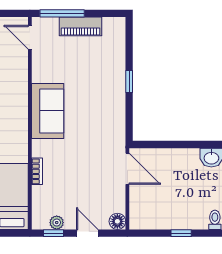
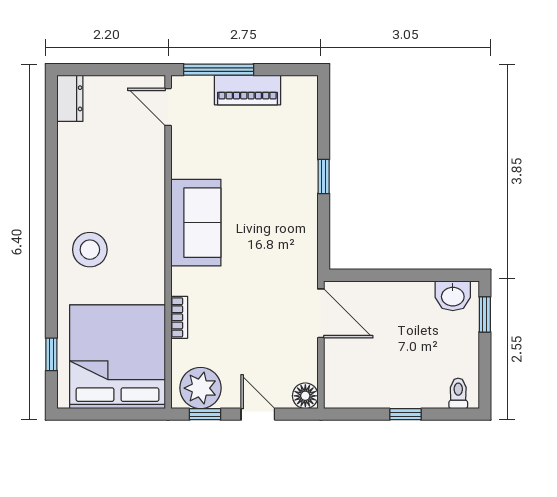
plant: (57, 223) -> (200, 388), width x1.88, depth x1.88

